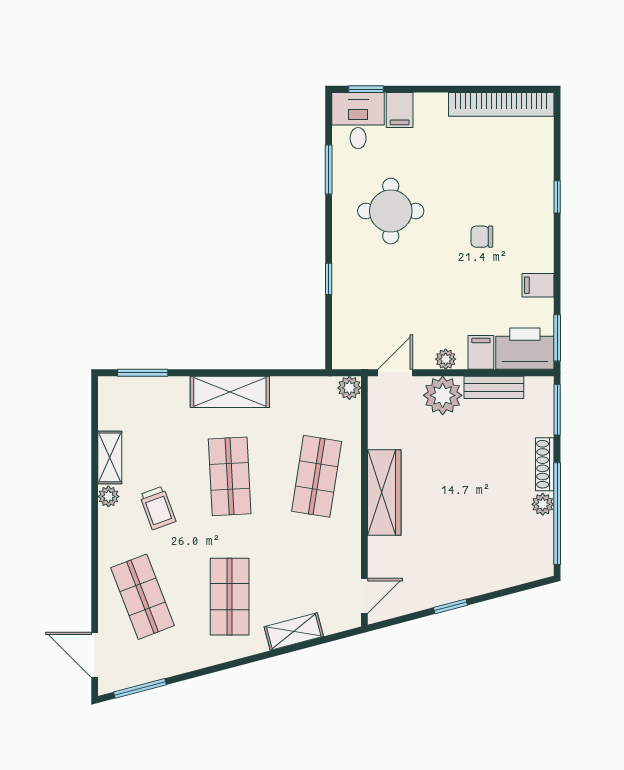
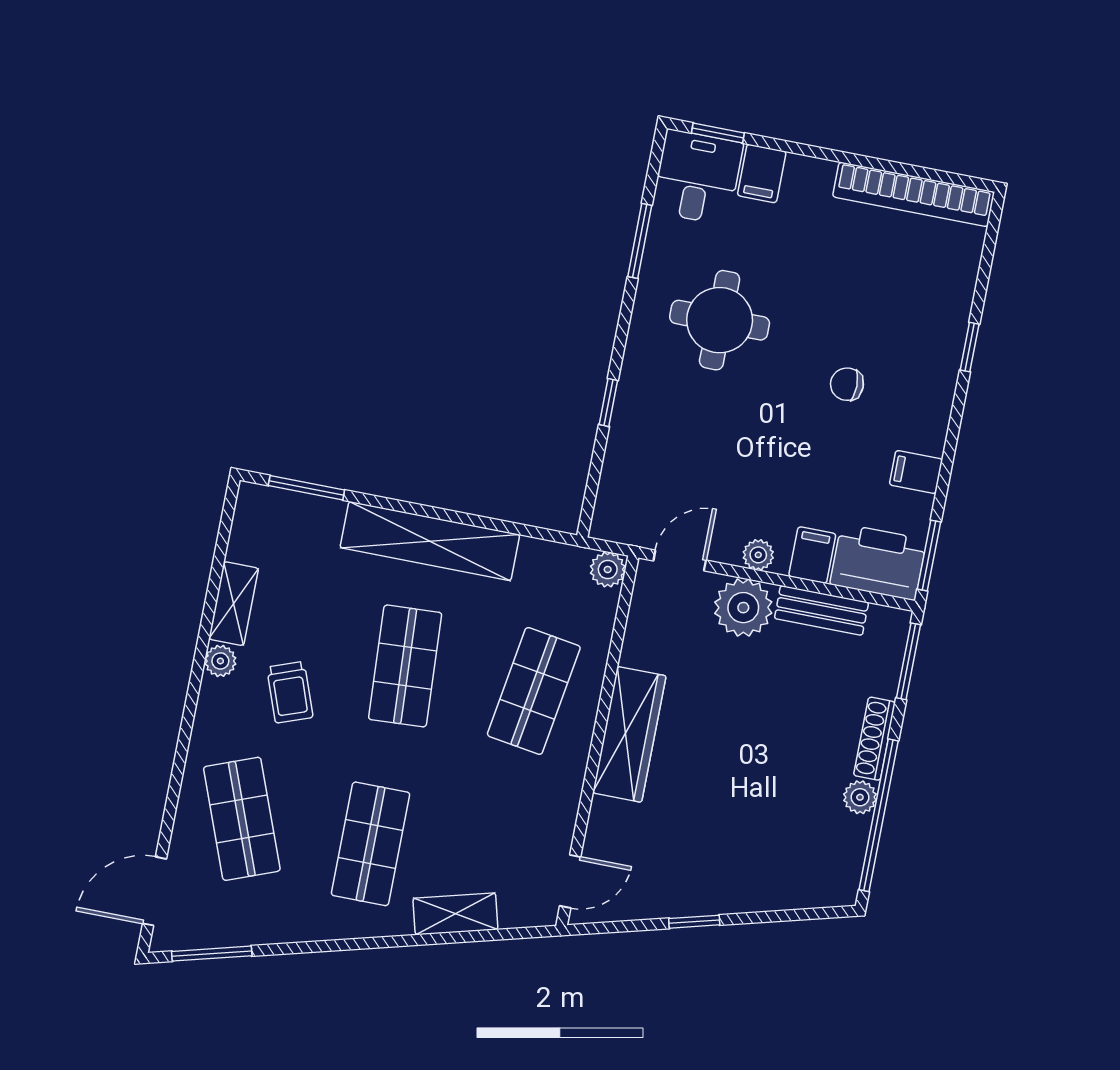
shelving: (230, 392) -> (430, 541), width x1.47
door: (95, 655) -> (154, 891), hinge flipped

